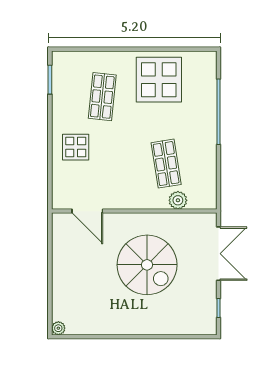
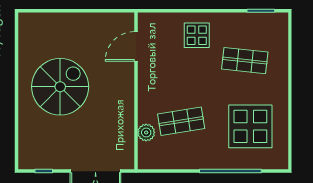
display table: (159, 80) -> (250, 126), moved
spiral stairs: (147, 265) -> (60, 87), moved, turned 180
plant: (58, 328) -> (25, 19), removed

